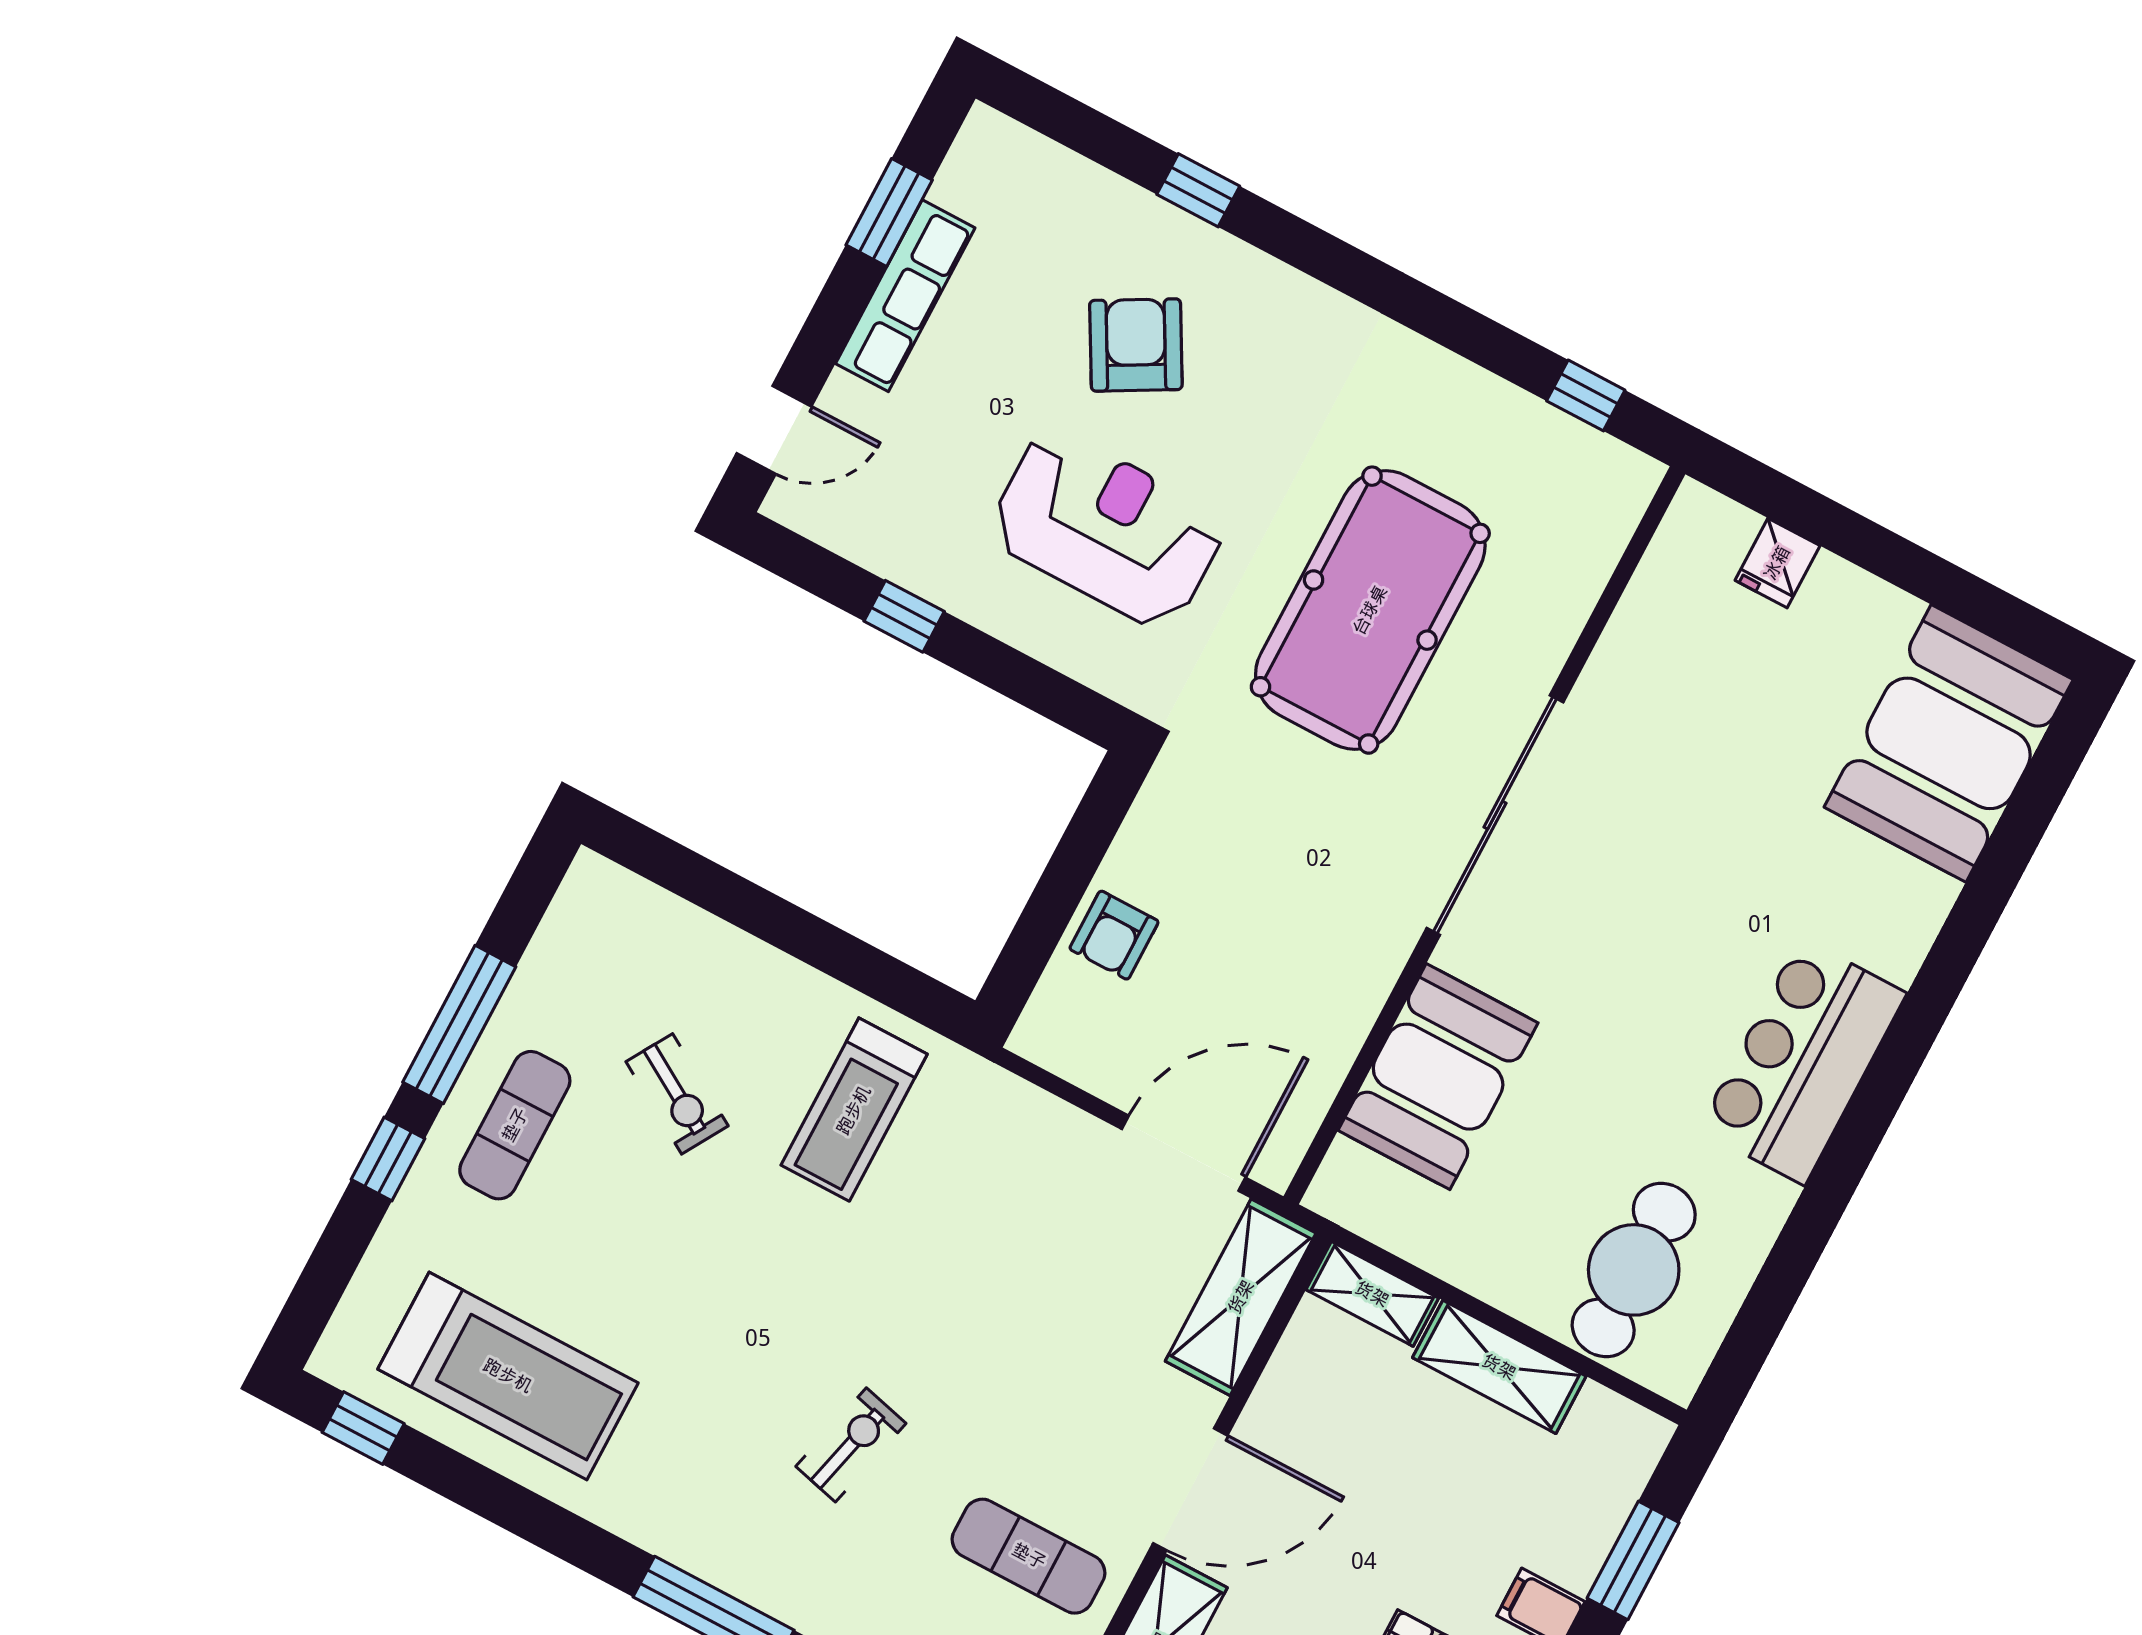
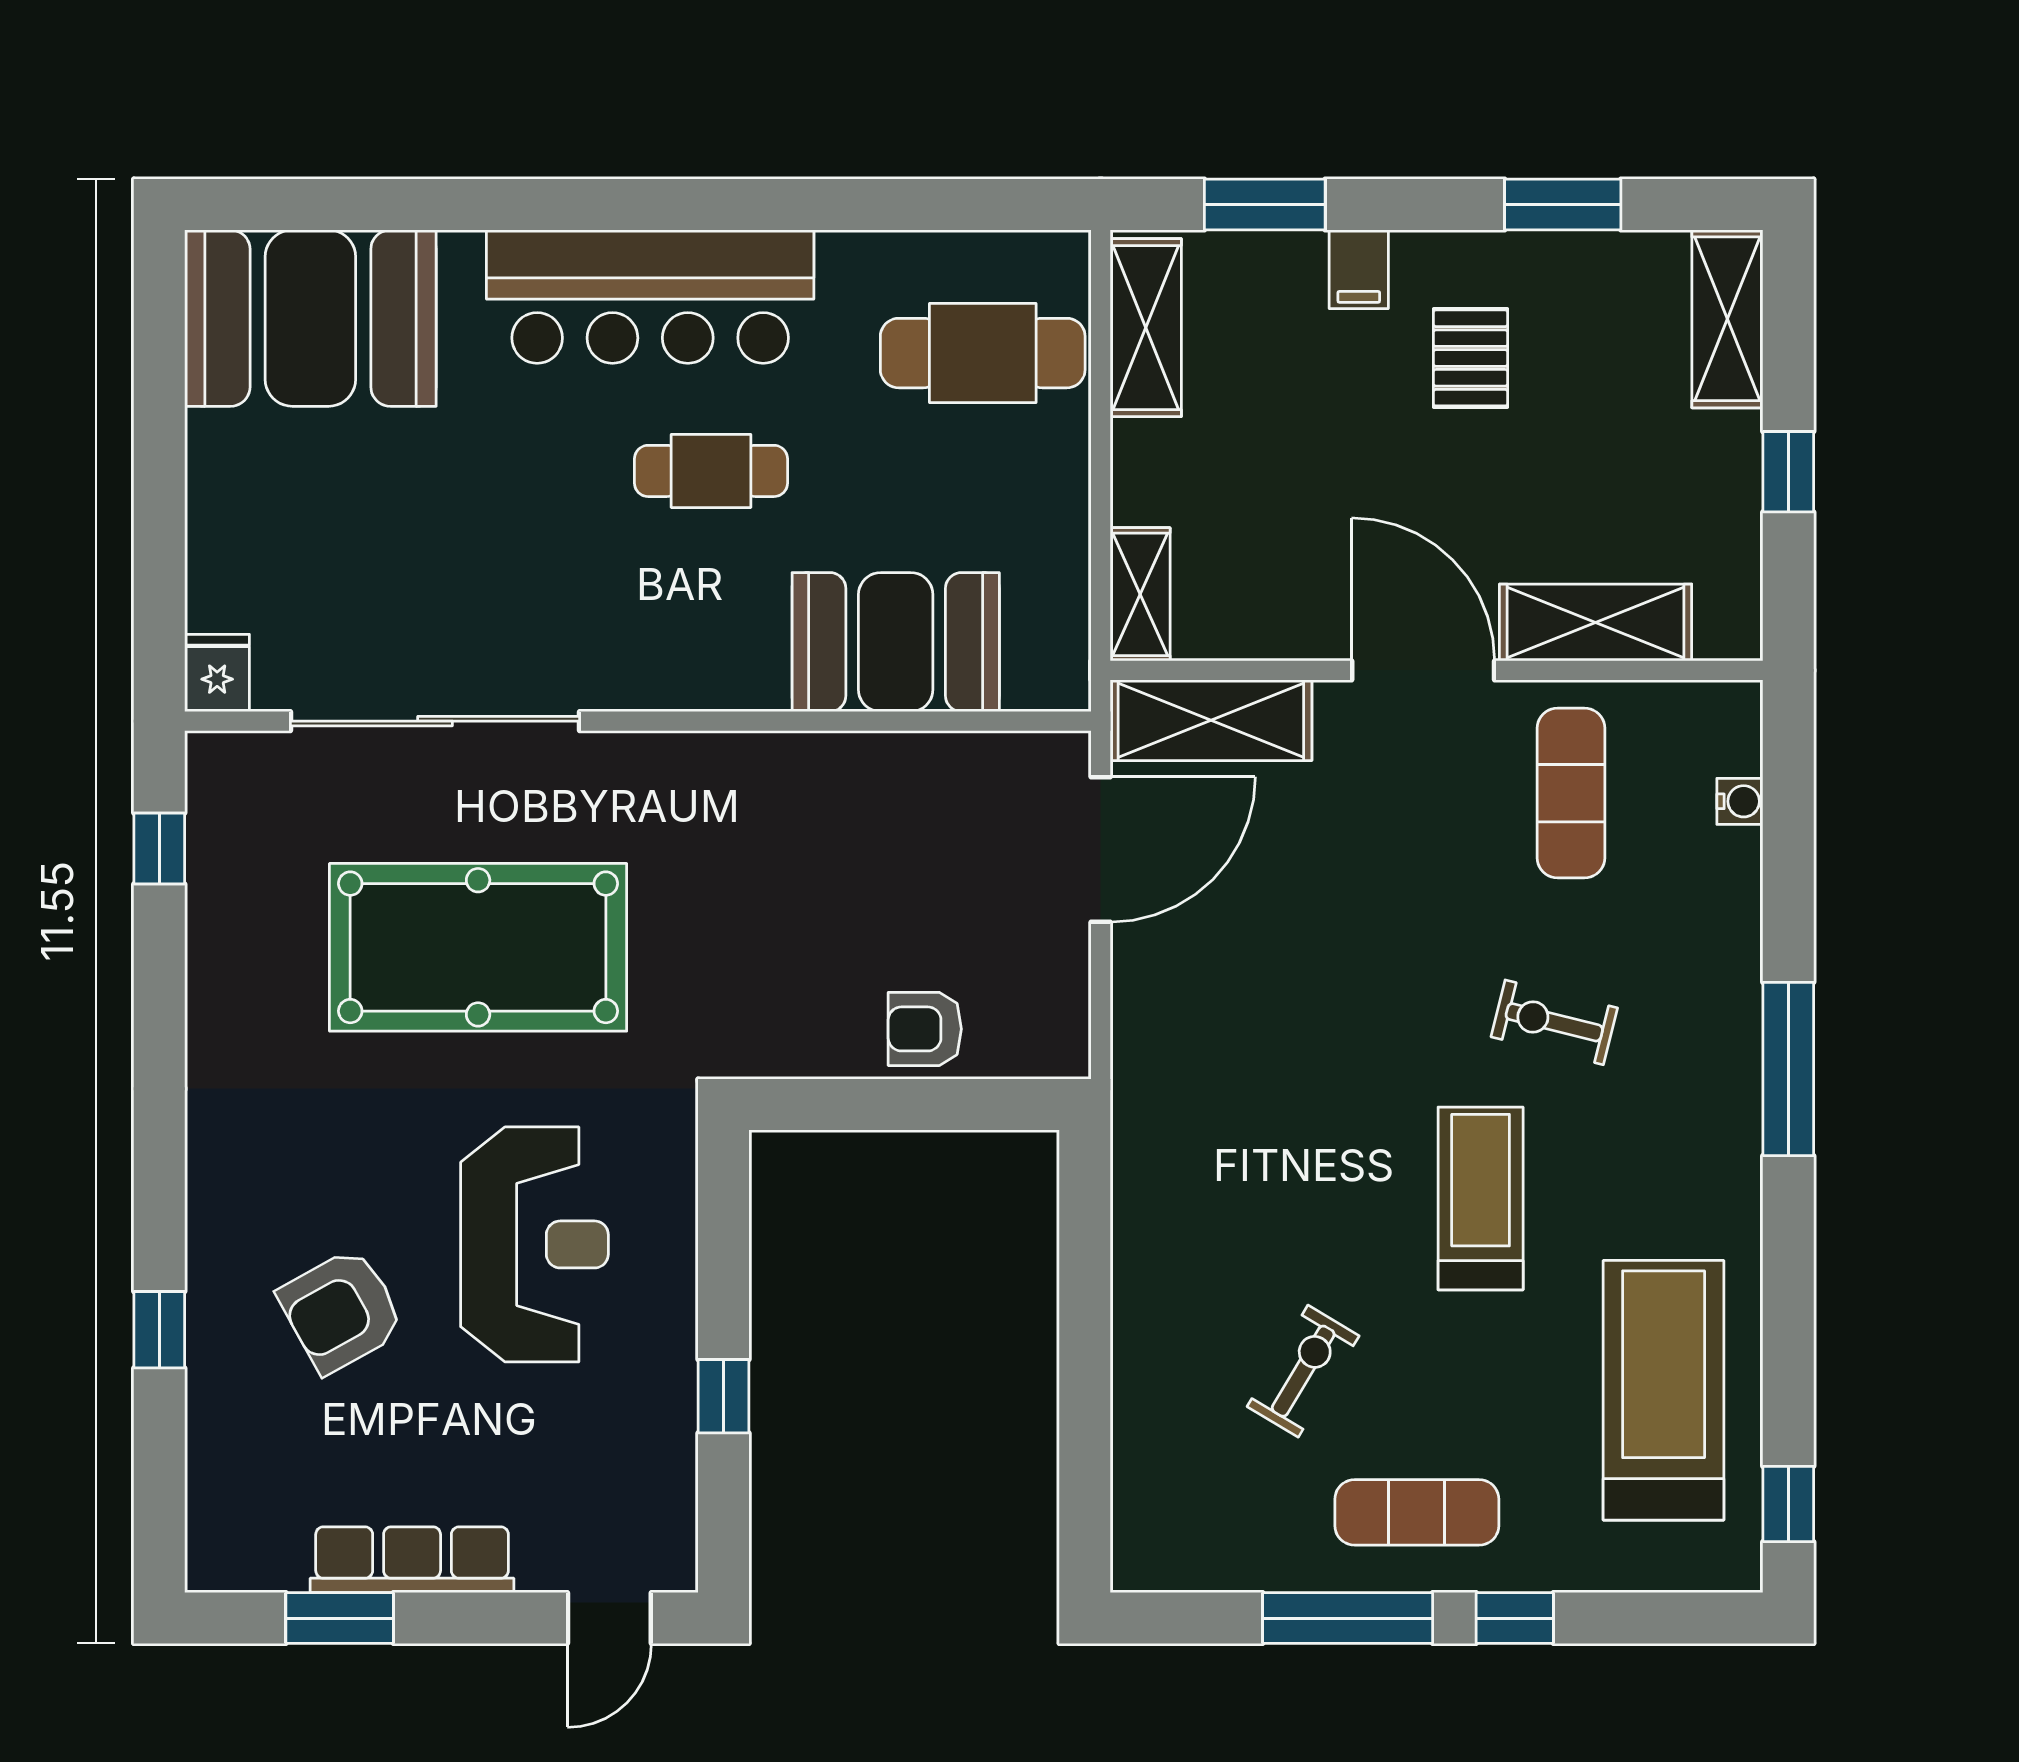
door: (774, 430) -> (609, 1618), swing flipped
reception desk: (1107, 529) -> (534, 1244), turned 180
fridge: (1777, 563) -> (217, 673), moved, turned -90
sliding door: (1495, 815) -> (435, 721), moved
armchair: (1114, 935) -> (925, 1029), turned 180
cafe table: (1655, 1001) -> (711, 471), added
bar counter: (1802, 1061) -> (650, 297), width x1.36
treadmill: (854, 1110) -> (1481, 1198), moved, turned -90
door: (1184, 1153) -> (1101, 849), swing flipped
shelving: (1499, 1367) -> (1146, 328), moved

